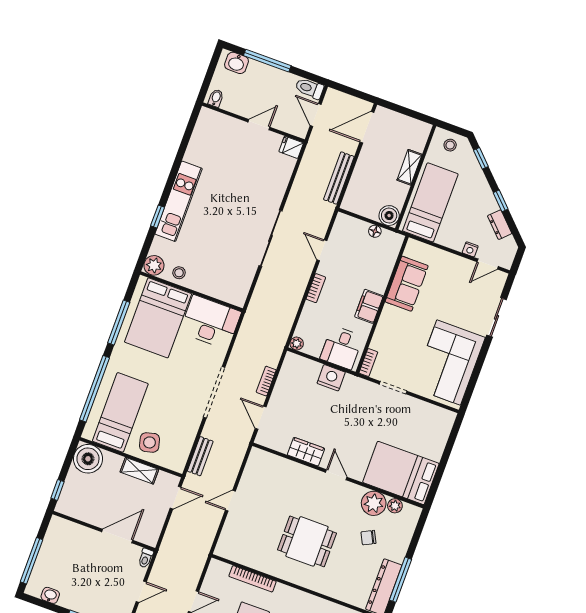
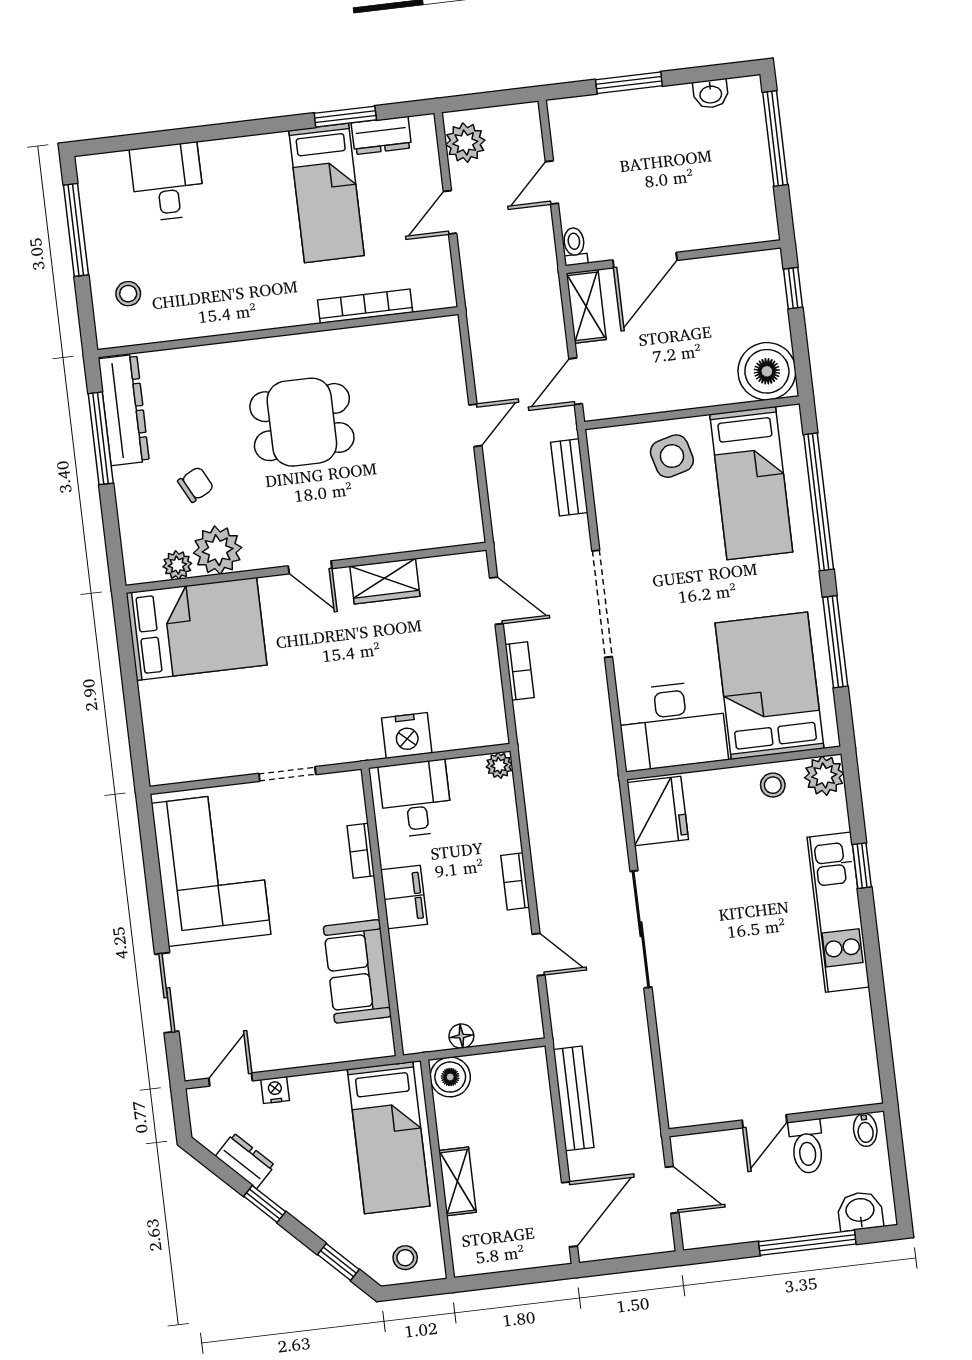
toilet: (309, 88) -> (807, 1146), moved, turned 90
fridge: (291, 147) -> (658, 811), moved, width x1.88, depth x1.34
bookcase: (368, 363) -> (361, 851), moved
shelving: (139, 471) -> (586, 306), moved, turned 90

